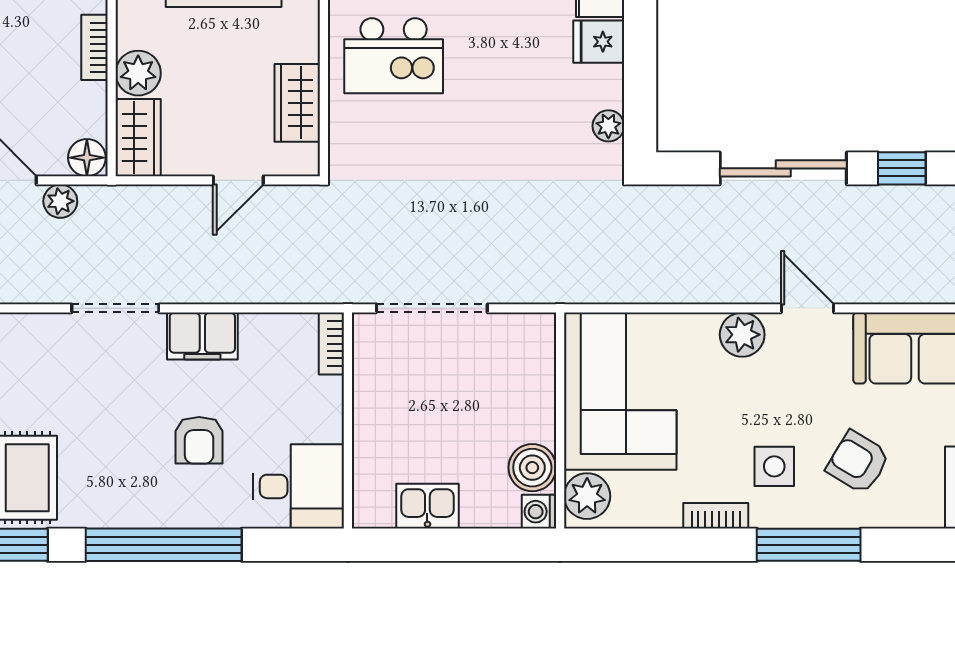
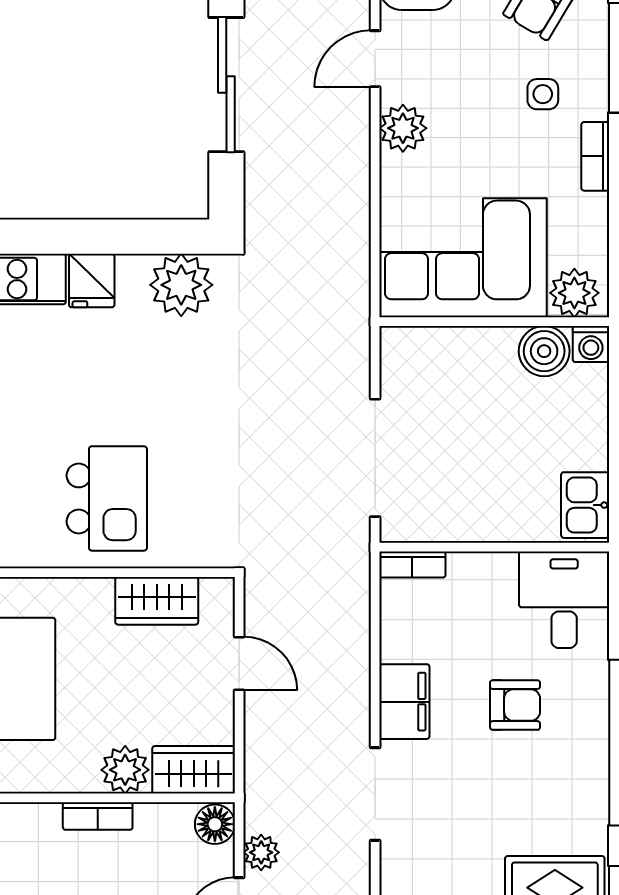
plant: (608, 126) -> (181, 285), width x1.88, depth x1.88
side table: (774, 466) -> (543, 94), width x0.73, depth x0.73
kitchen sink: (427, 506) -> (585, 505), moved

